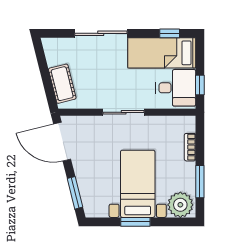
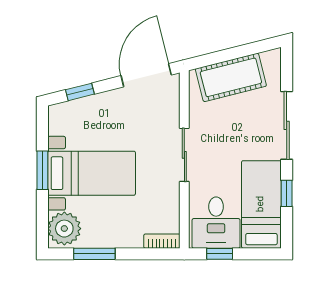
window: (170, 33) -> (287, 193), moved
cot: (62, 84) -> (231, 77), width x1.37, depth x1.34
bookcase: (190, 147) -> (162, 241), moved
window: (75, 193) -> (80, 92), width x0.67

